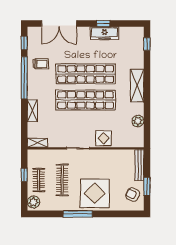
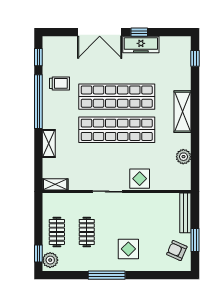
double door: (59, 24) -> (100, 32), moved
window: (24, 175) -> (38, 254), moved
clothes rail: (62, 180) -> (87, 232), width x0.73
display table: (95, 193) -> (128, 249), width x0.54, depth x0.54

